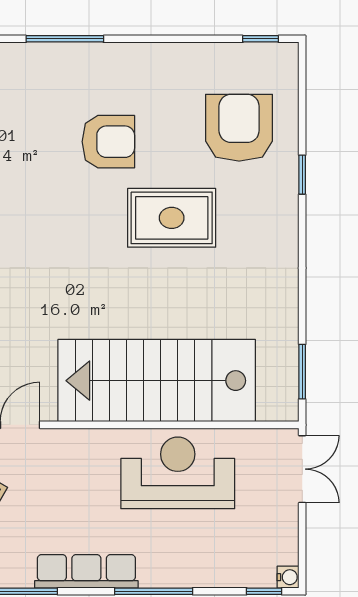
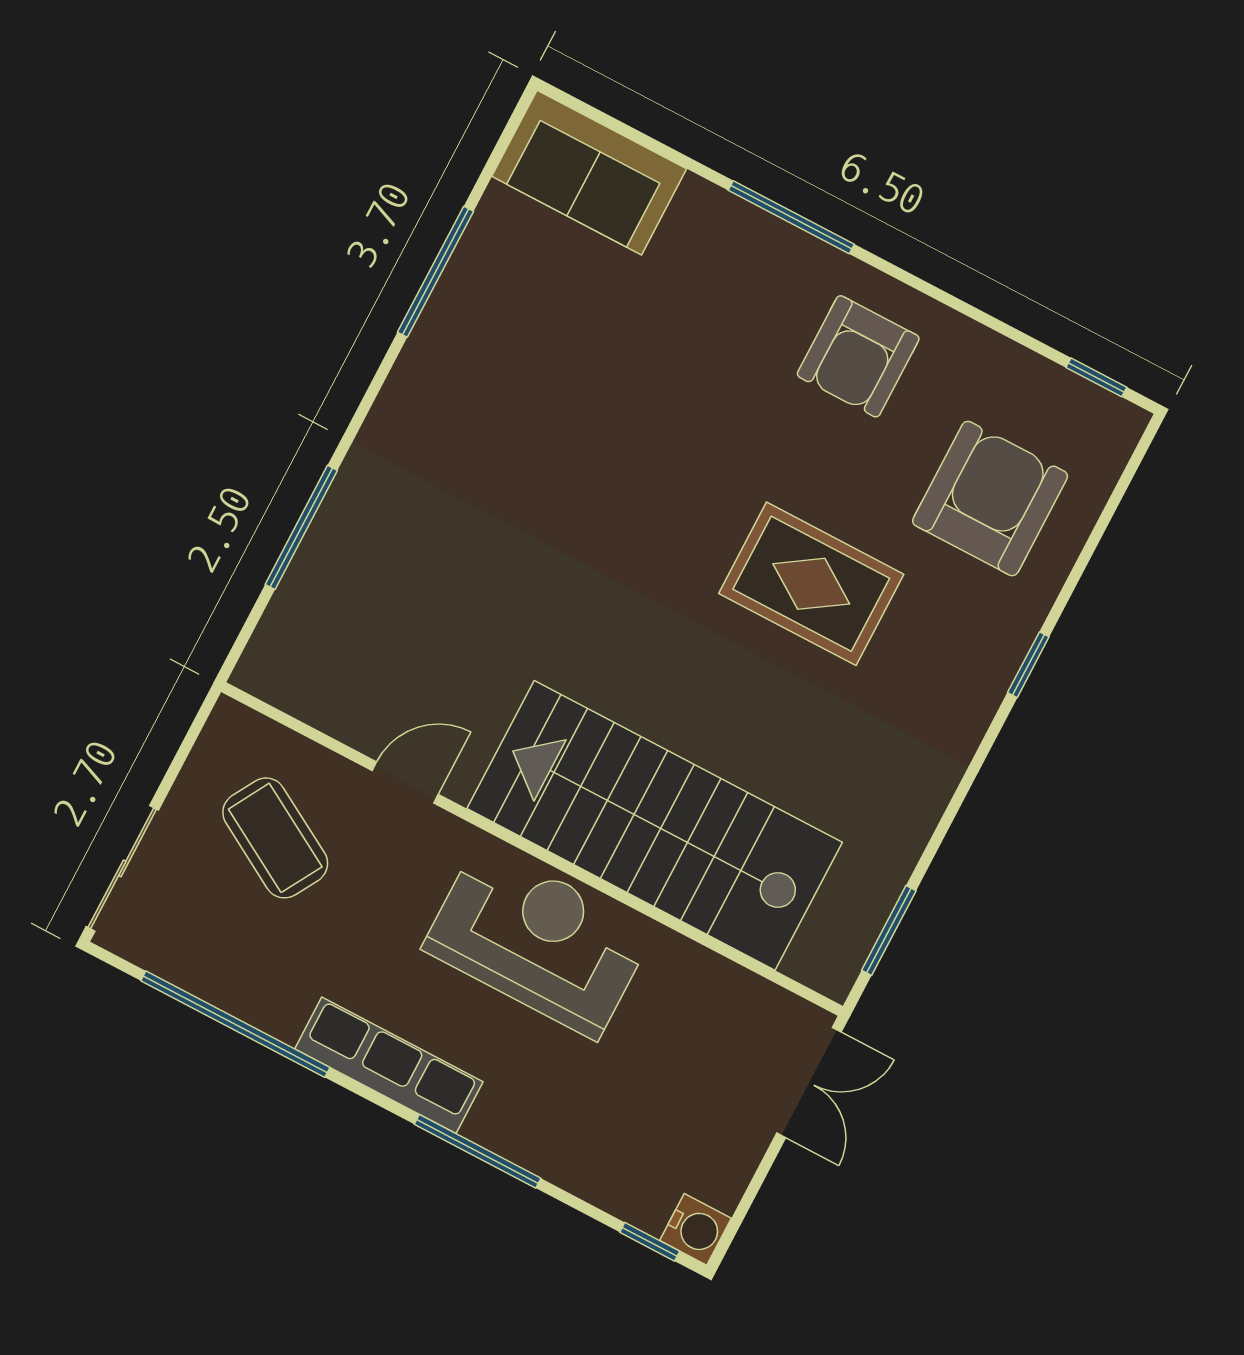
armchair: (108, 142) -> (858, 356), moved, turned 90
window: (302, 175) -> (1028, 665), moved
reception desk: (178, 473) -> (538, 940), moved
water cooler: (288, 577) -> (696, 1229), width x1.38, depth x1.38

